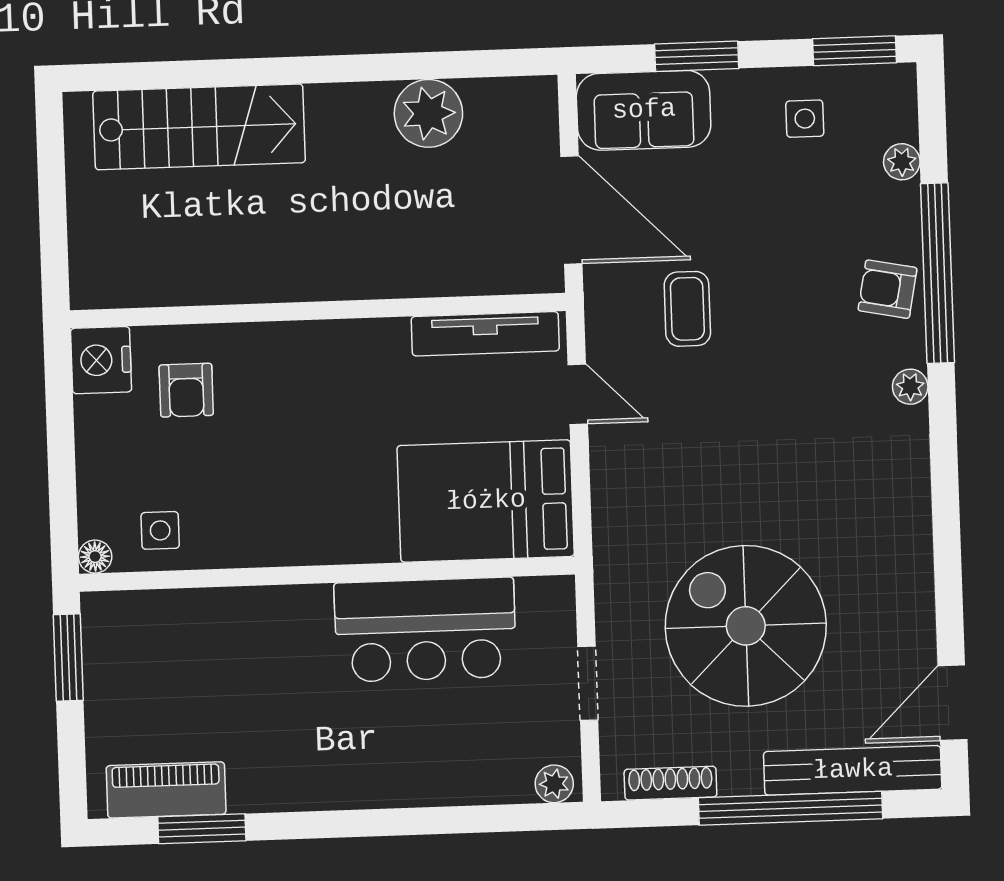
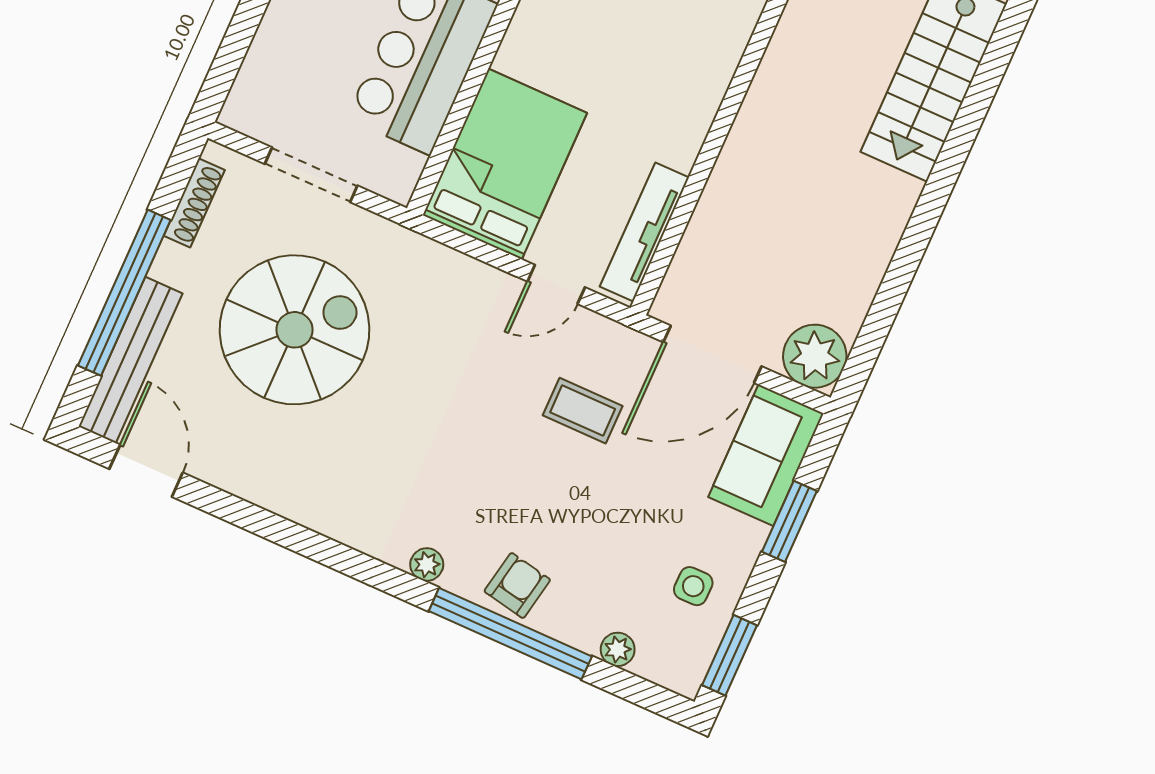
plant: (428, 113) -> (815, 356), moved
doorway: (588, 683) -> (311, 175), width x1.38
plant: (554, 784) -> (241, 106), removed

